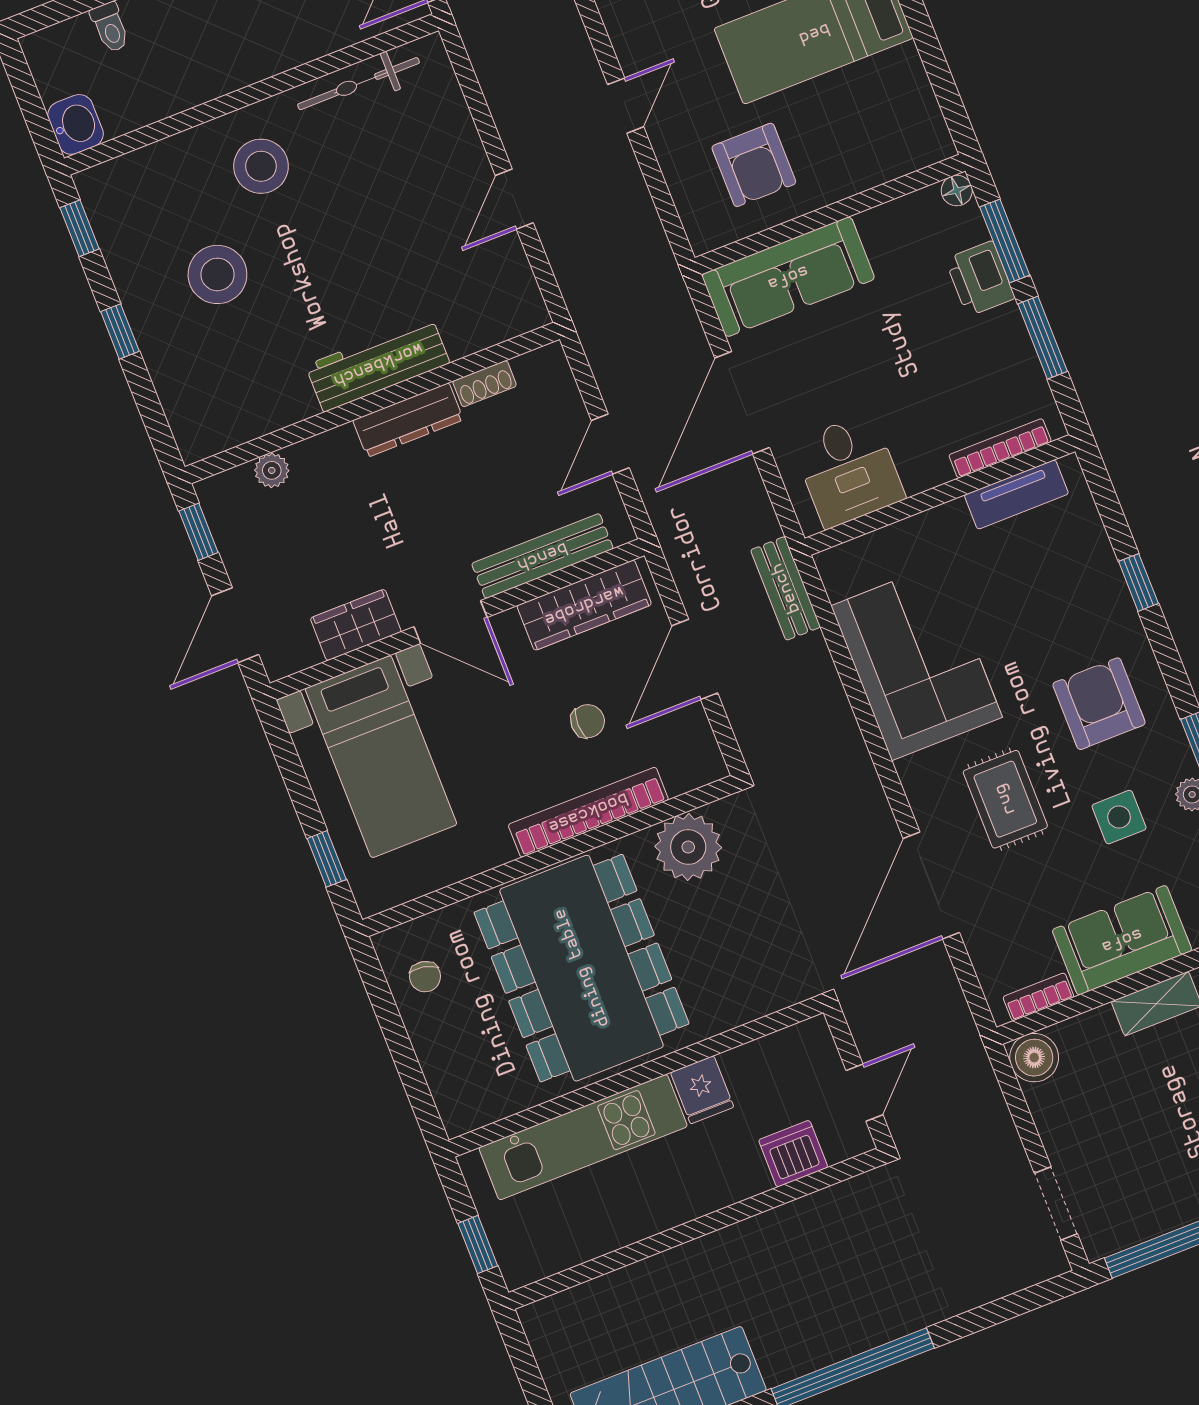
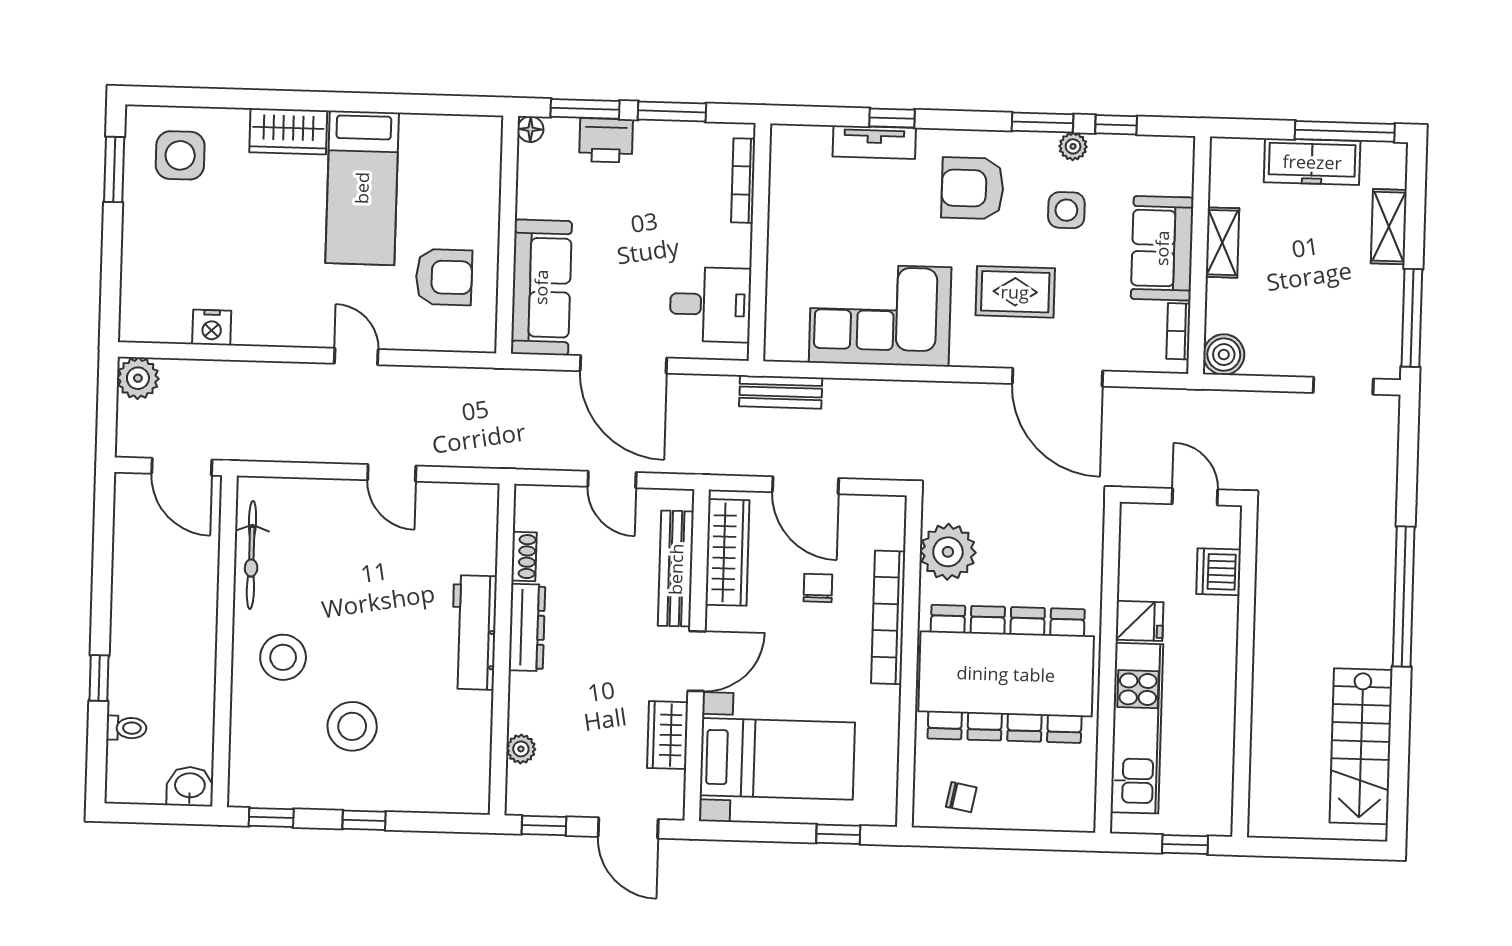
tv unit: (1016, 494) -> (874, 142), moved, turned 90

